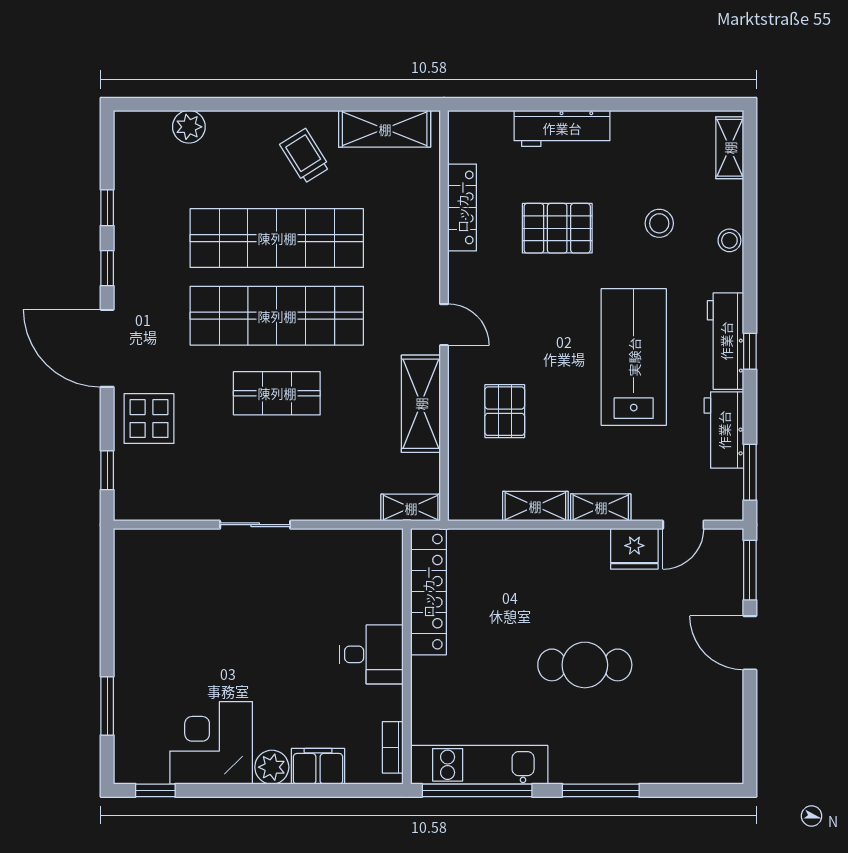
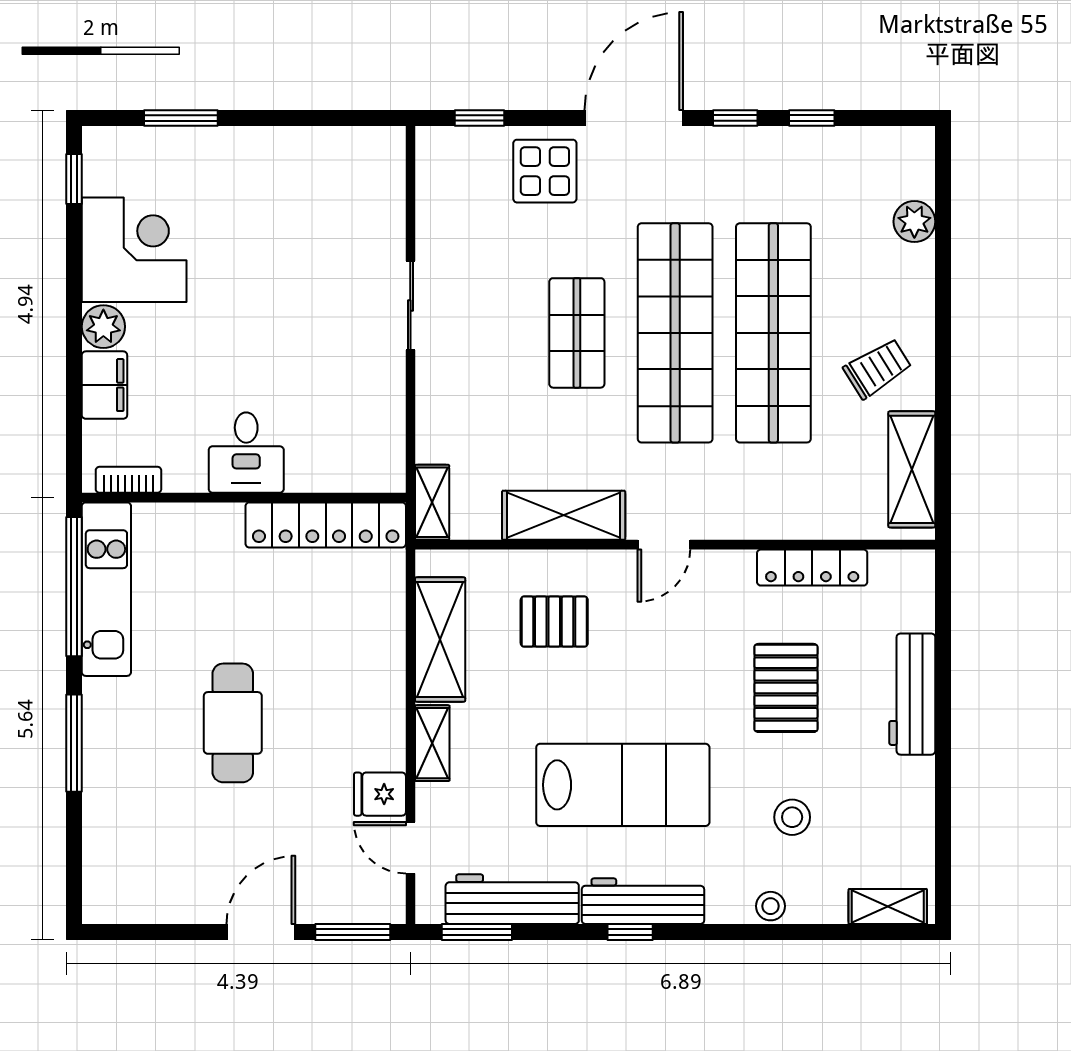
workbench: (724, 430) -> (512, 899), width x1.38
shelving: (535, 506) -> (440, 640), width x1.50, depth x1.33
fridge: (634, 549) -> (380, 794), width x0.72

